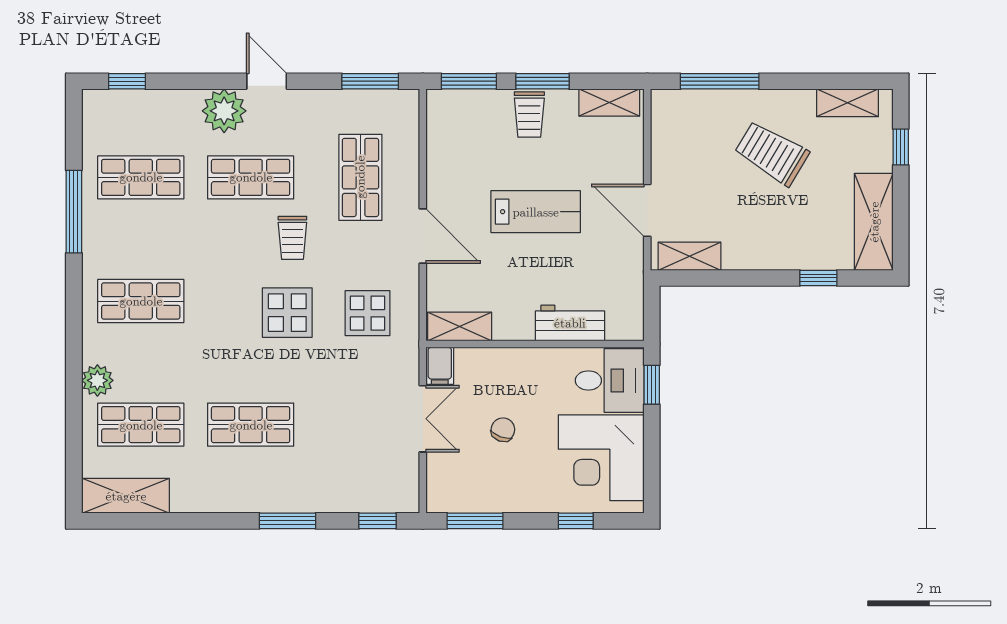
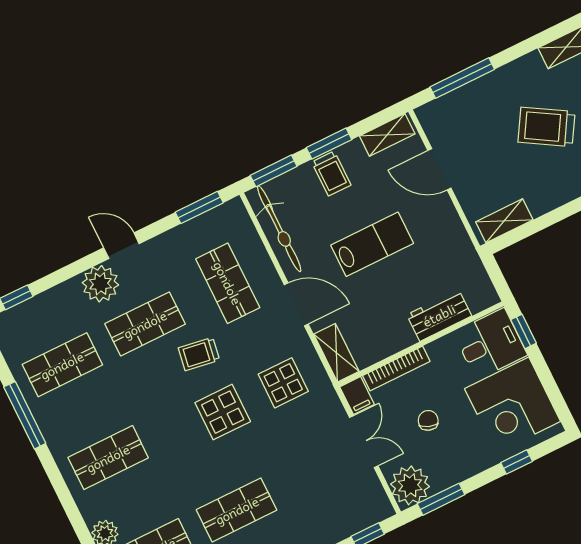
bicycle: (444, 146) -> (279, 229), added
trolley: (772, 153) -> (546, 127), moved
door: (647, 210) -> (439, 169), moved
trolley: (292, 238) -> (199, 354), turned 99
shelving: (460, 327) -> (336, 353), moved, turned 90
bookcase: (496, 357) -> (396, 368), added
plant: (449, 490) -> (410, 485), added

